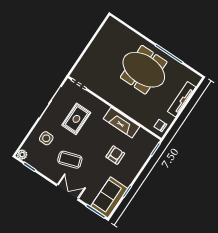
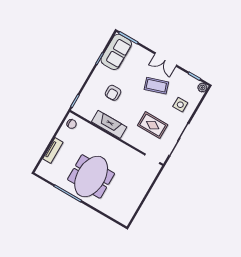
meeting table: (144, 70) -> (91, 176), turned 90
tv unit: (182, 99) -> (53, 150), width x0.71
rug: (76, 119) -> (153, 125), turned 90
double door: (67, 192) -> (166, 59), moved

